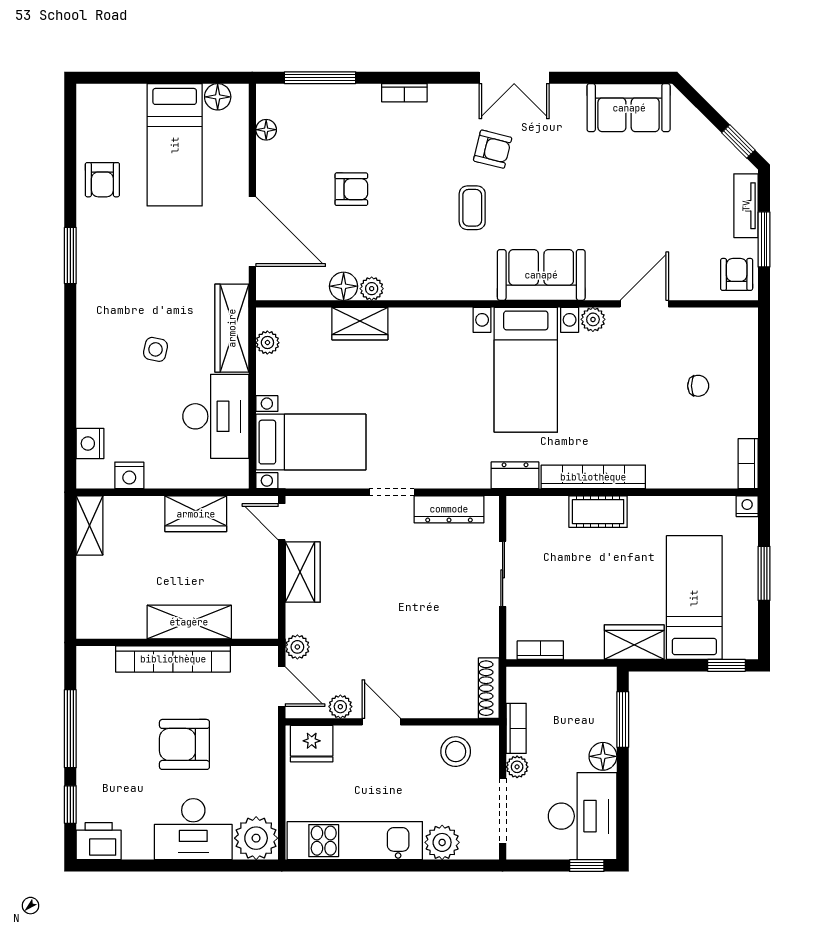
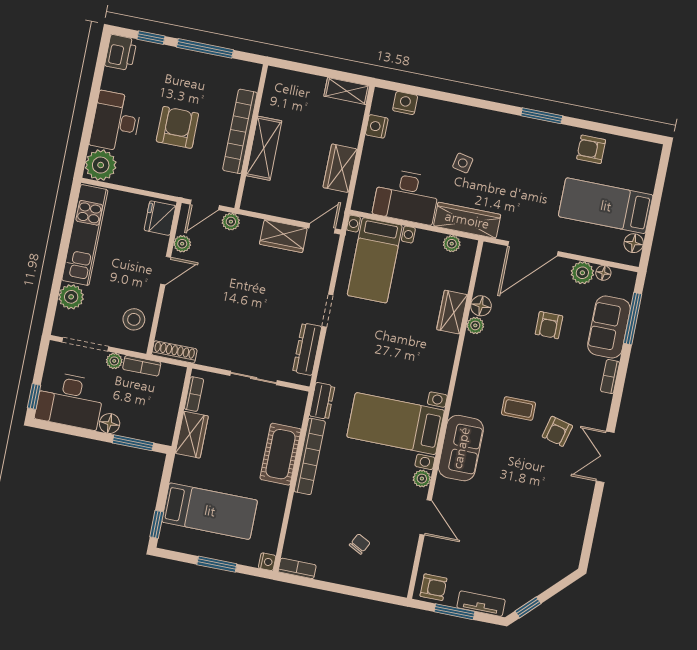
sofa: (629, 108) -> (609, 327), moved
plant: (272, 158) -> (582, 273), added
chair: (698, 386) -> (360, 544), turned -152
cot: (598, 512) -> (281, 454), width x1.37, depth x1.34
wardrobe: (634, 642) -> (192, 435), moved

